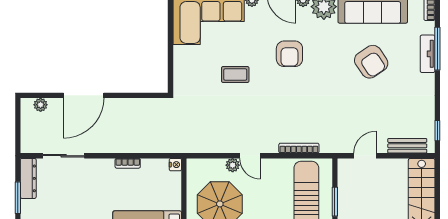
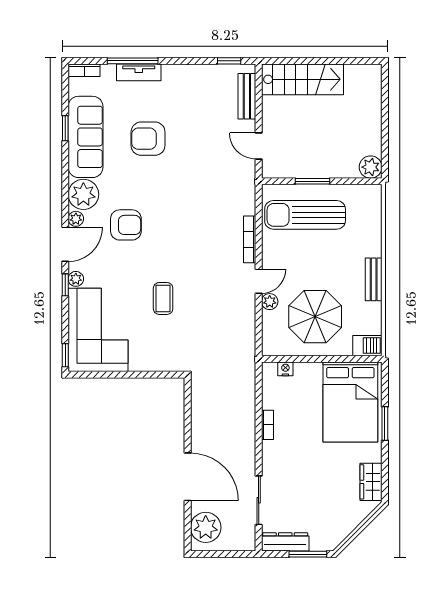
armchair: (289, 54) -> (126, 225), moved
armchair: (371, 62) -> (148, 139), turned -146
plant: (41, 105) -> (206, 527), width x1.87, depth x1.87
bookcase: (299, 148) -> (250, 239), moved
nightstand: (175, 165) -> (285, 369), moved

